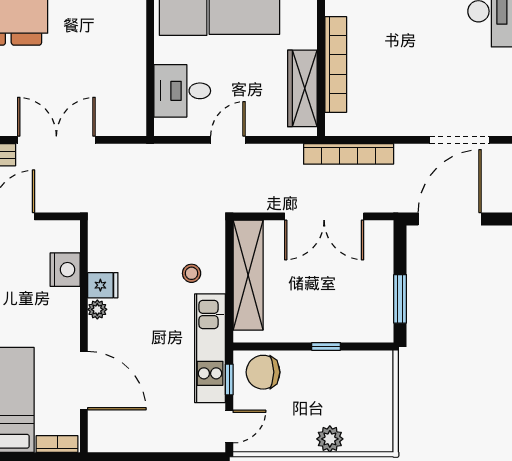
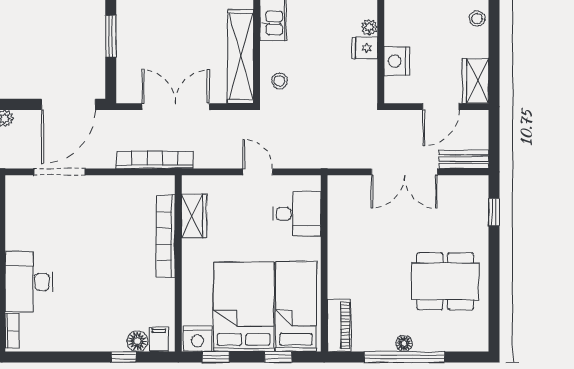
wardrobe: (302, 88) -> (194, 216), width x0.67
door: (228, 140) -> (258, 172), swing flipped
stool: (192, 273) -> (279, 81), moved

